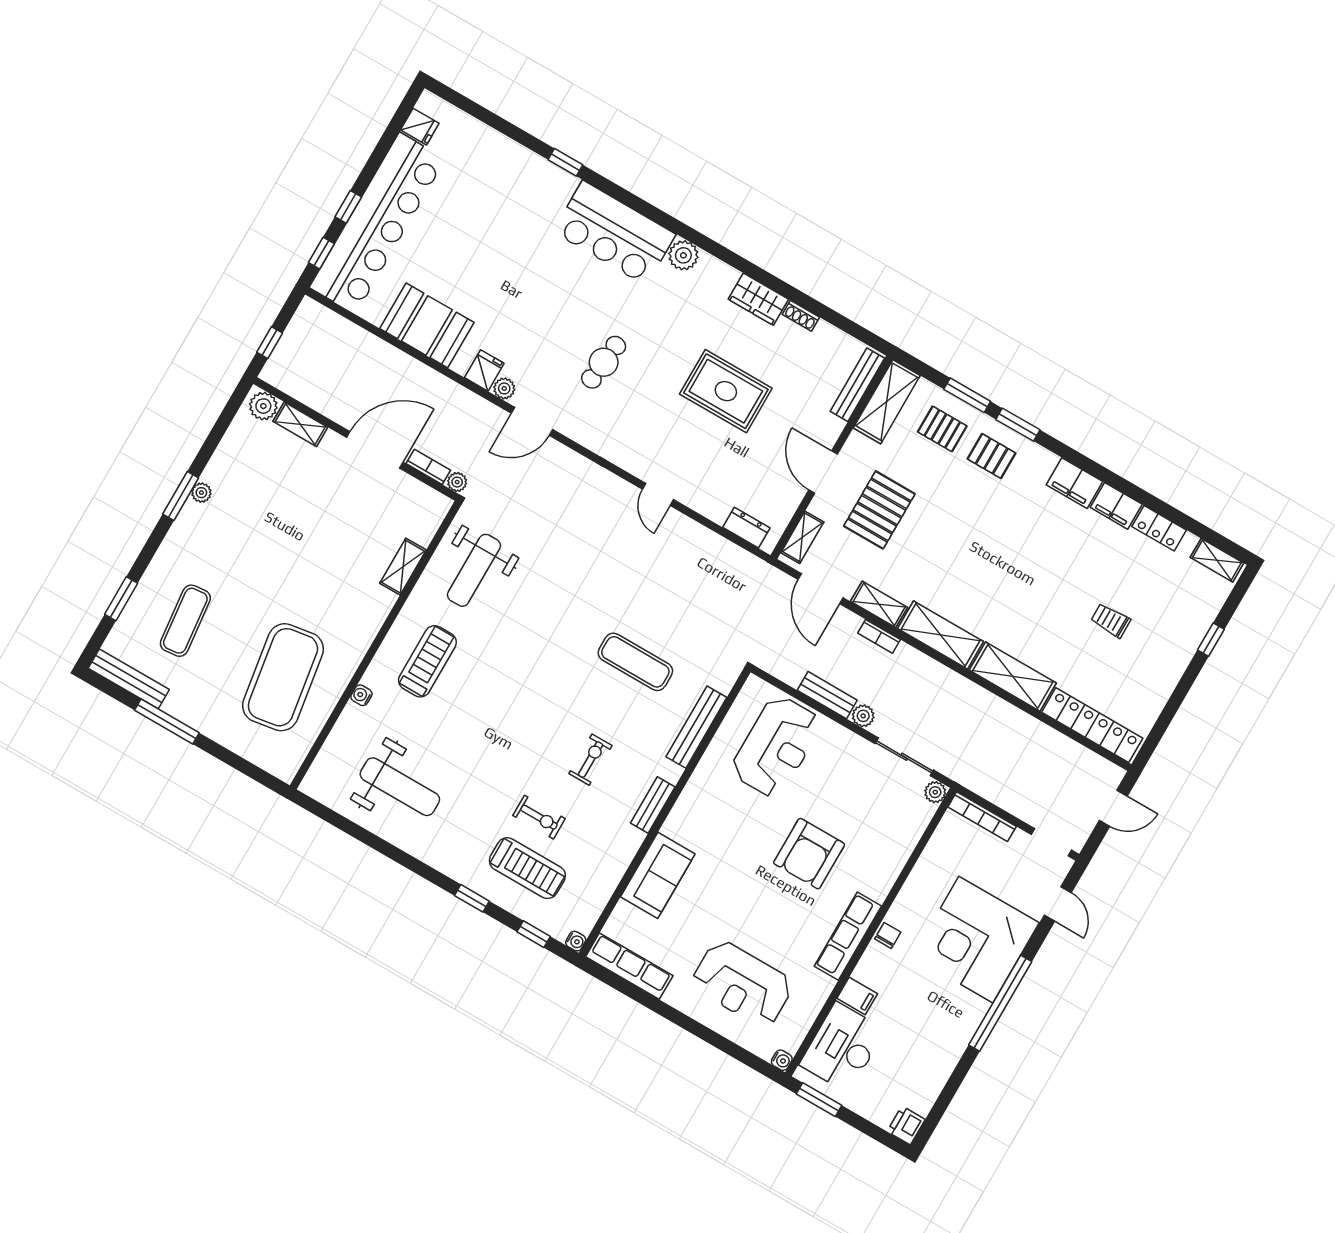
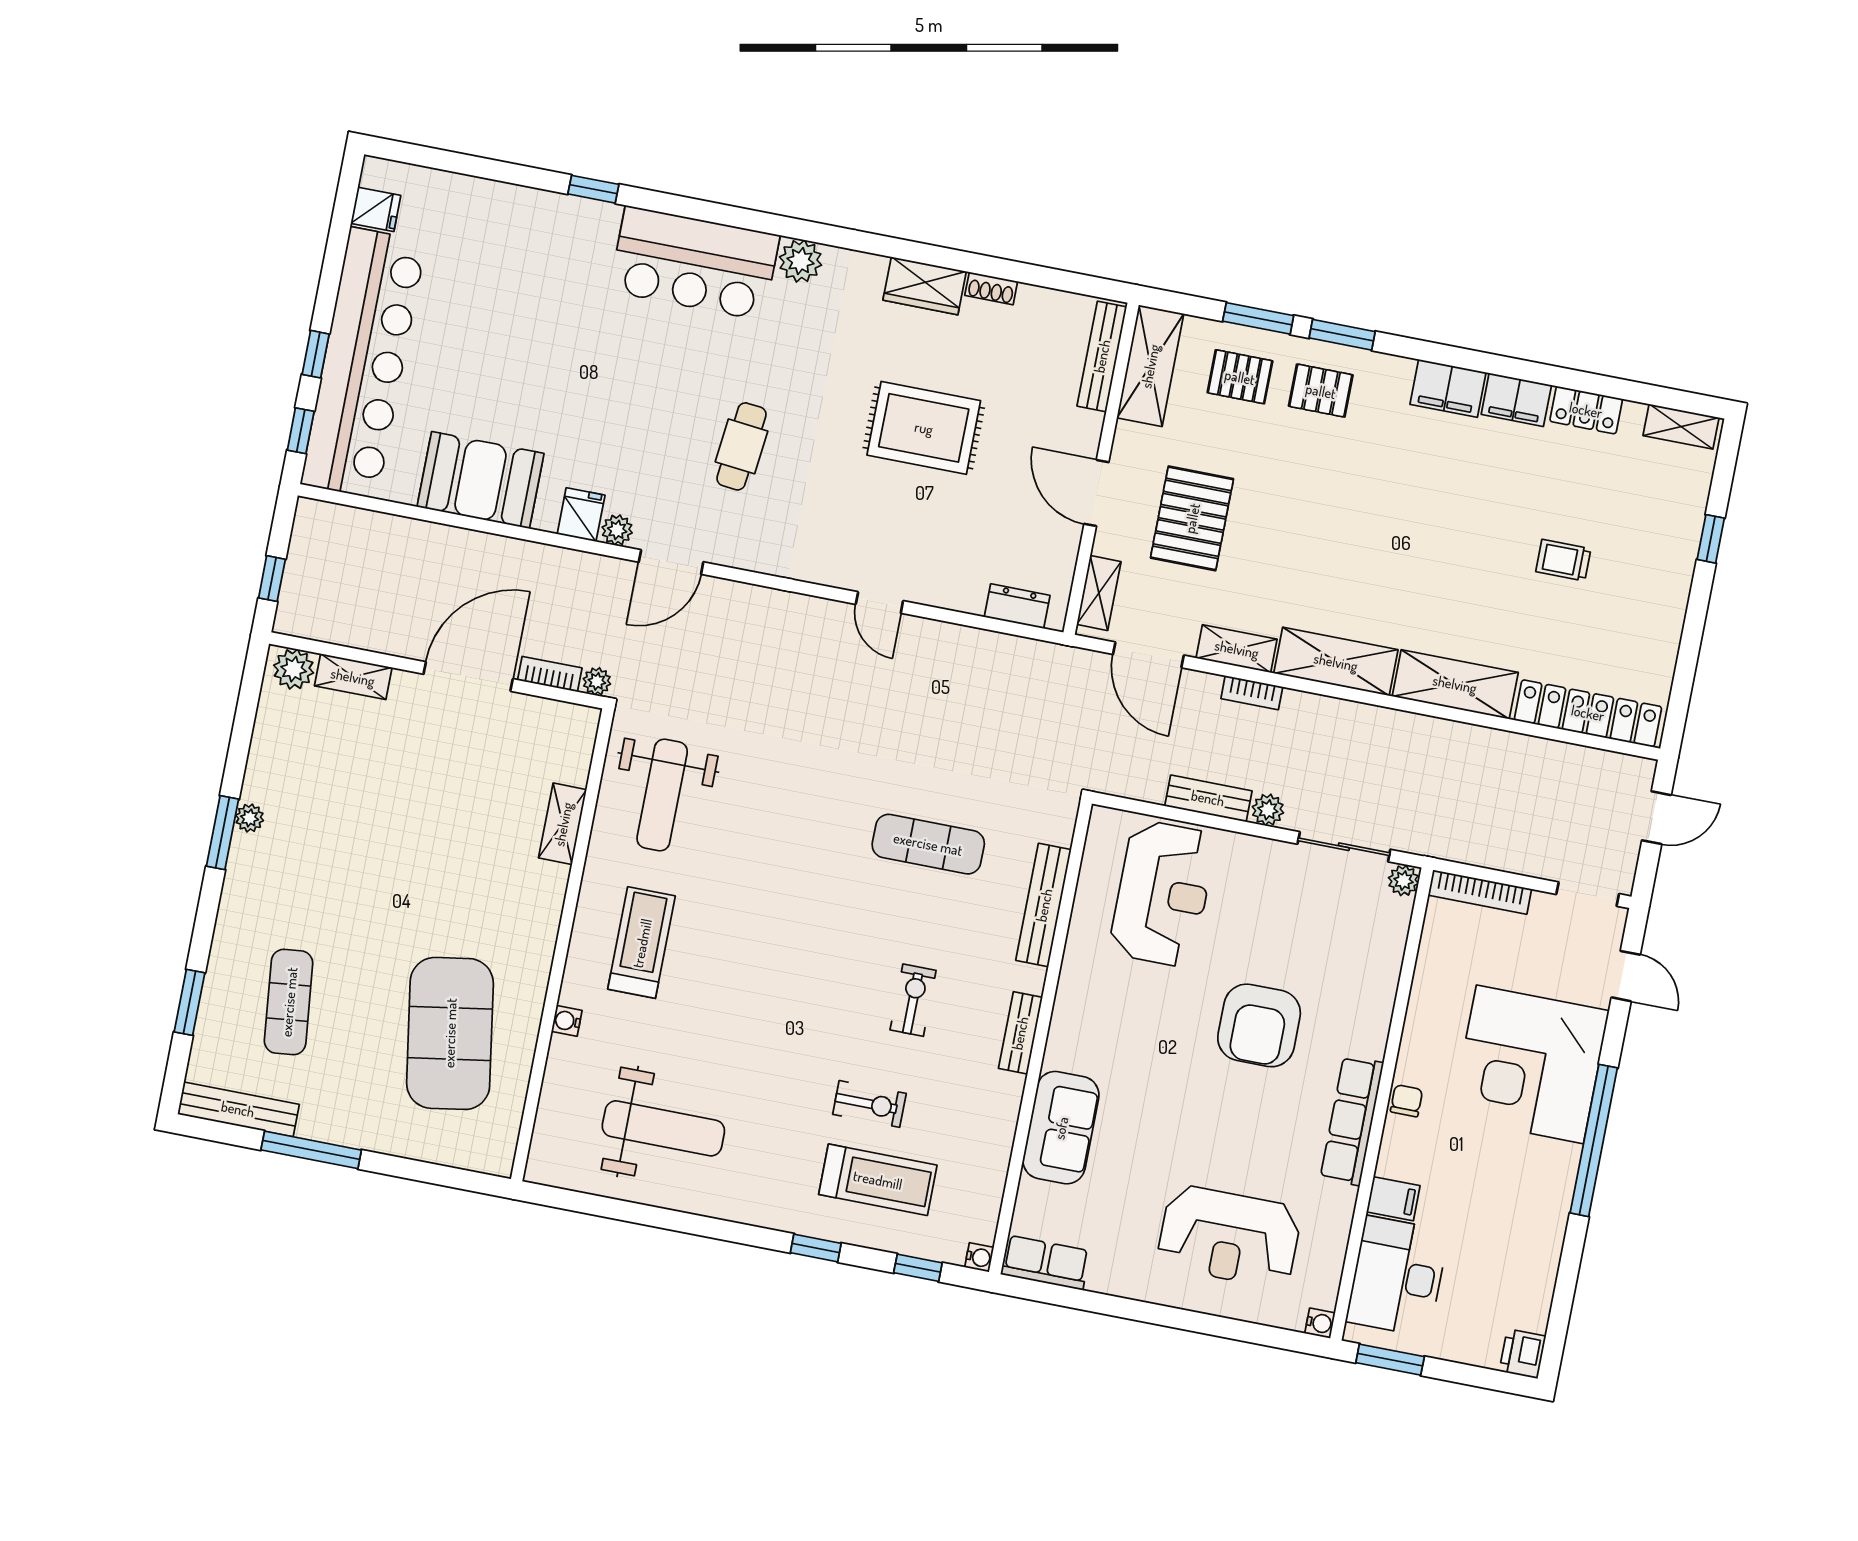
row of seats: (629, 966) -> (1045, 1263), width x0.68

